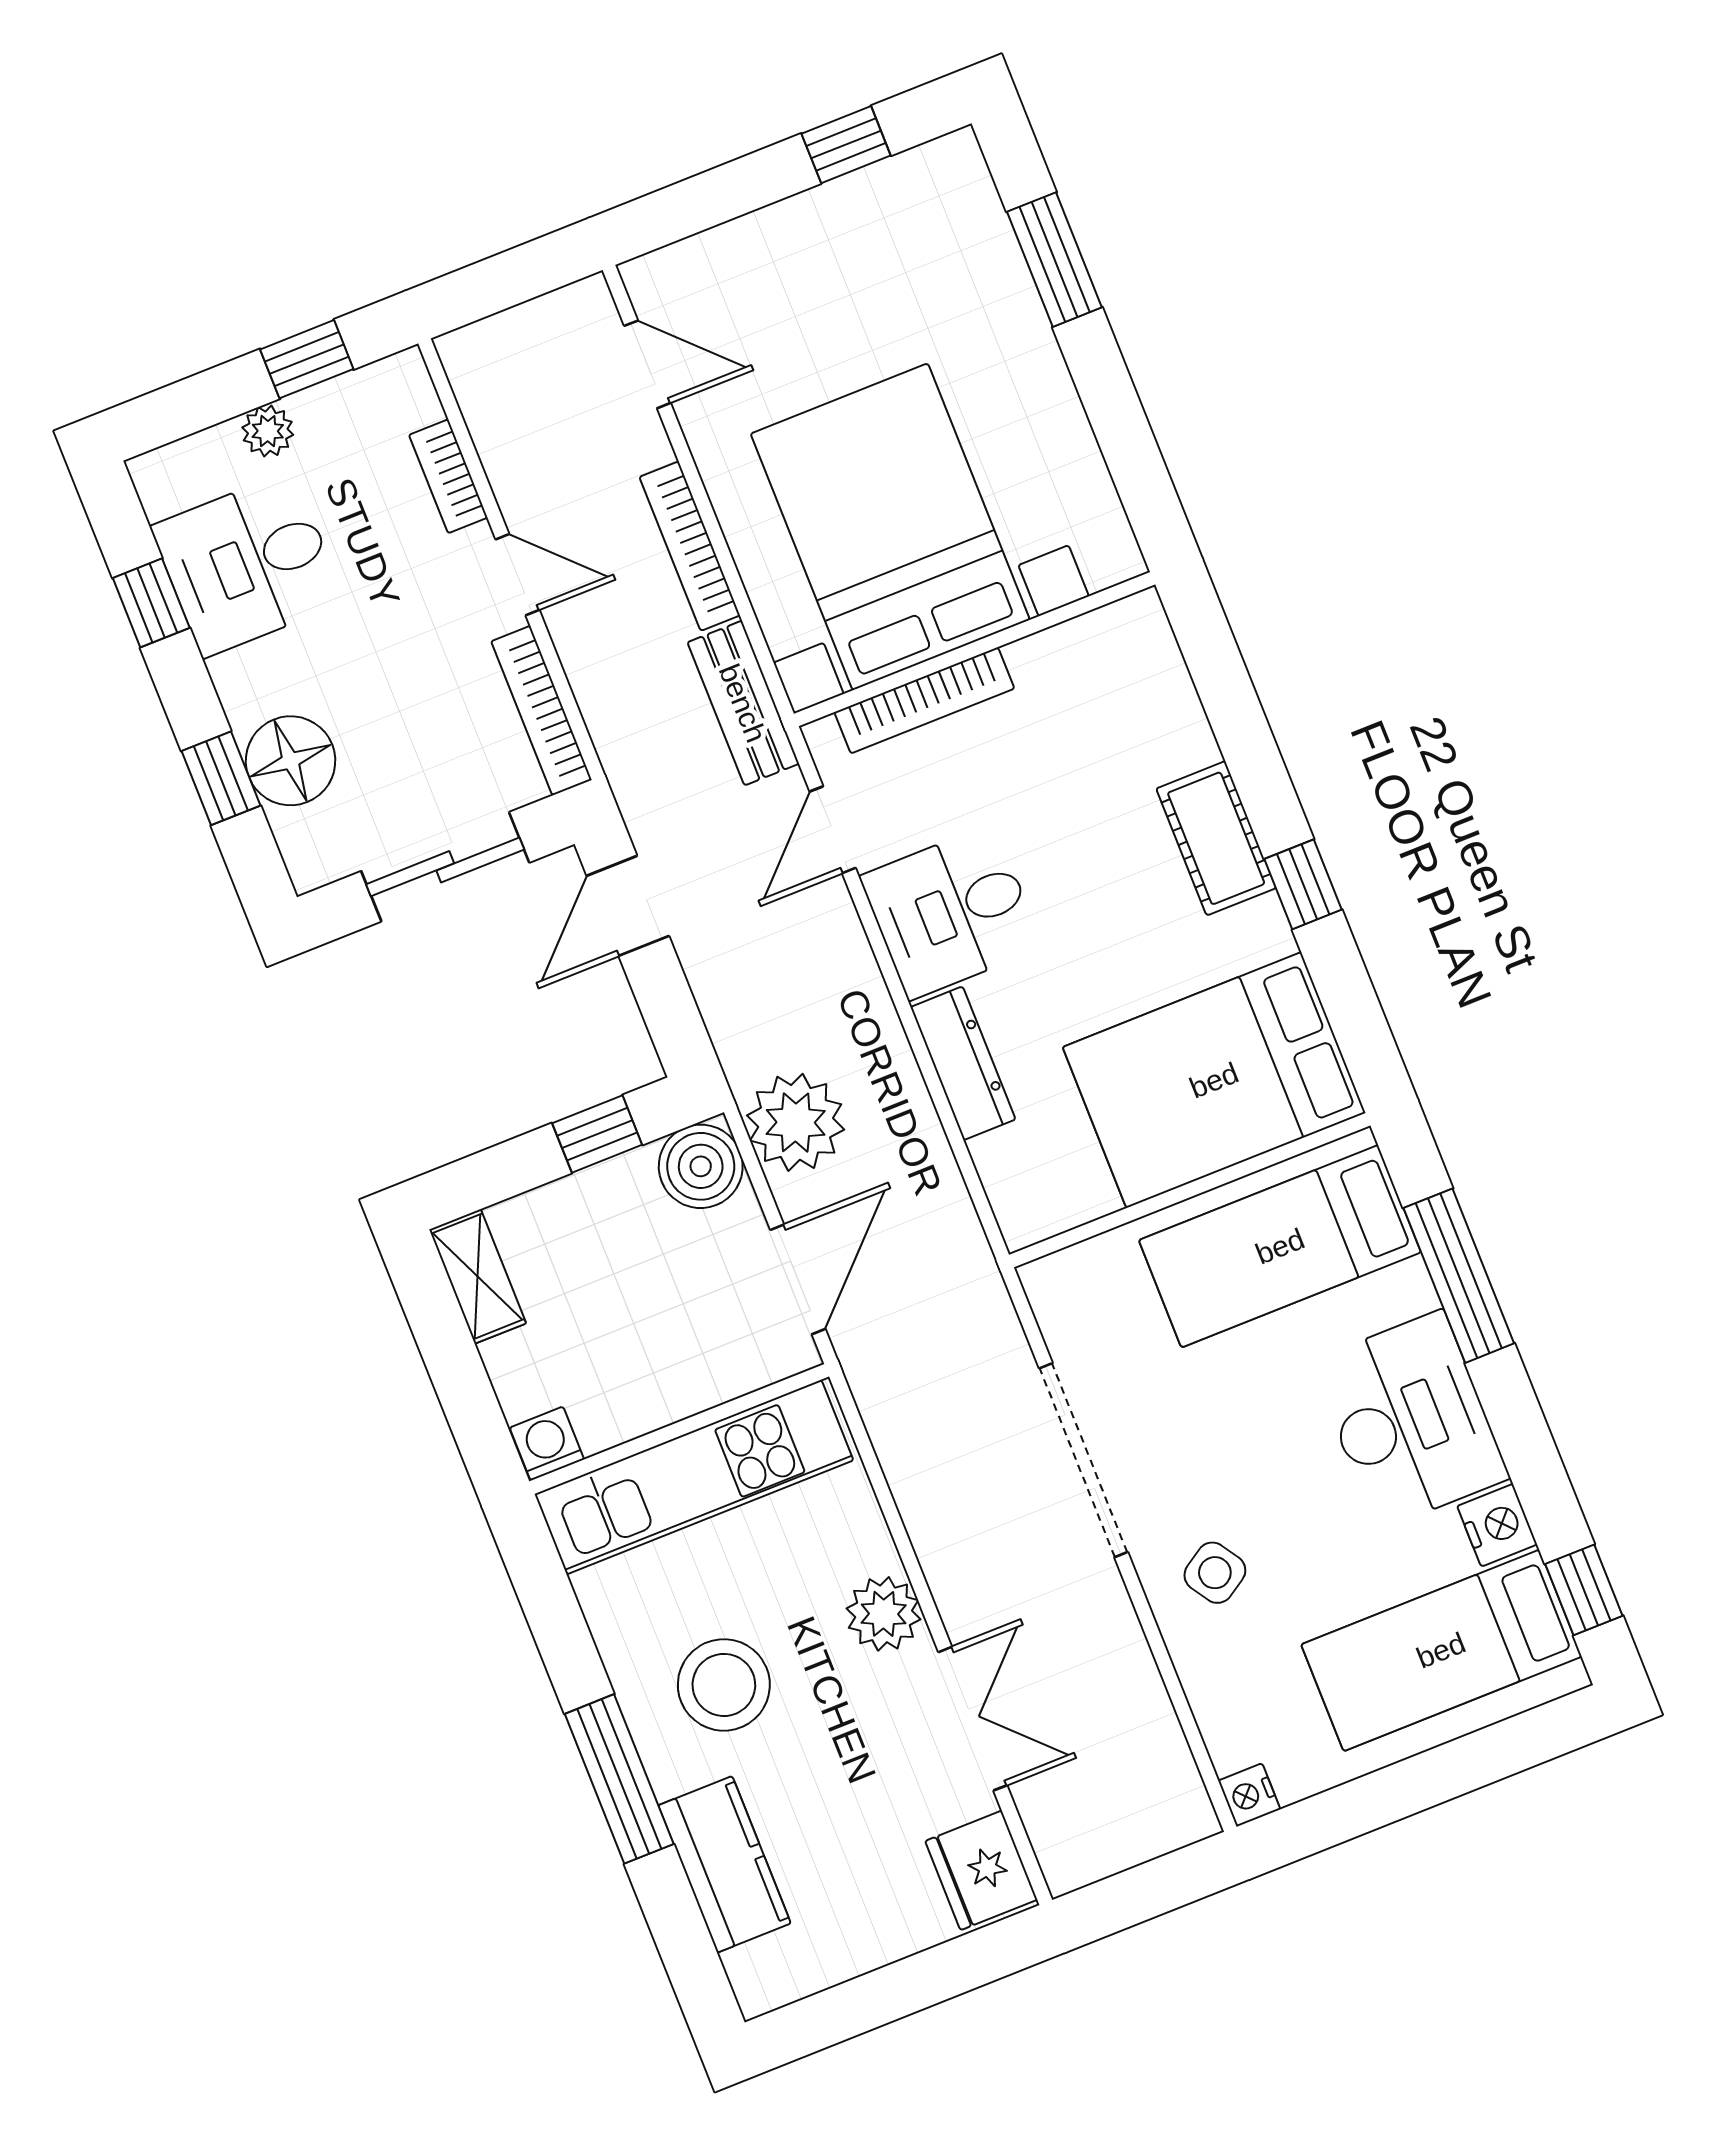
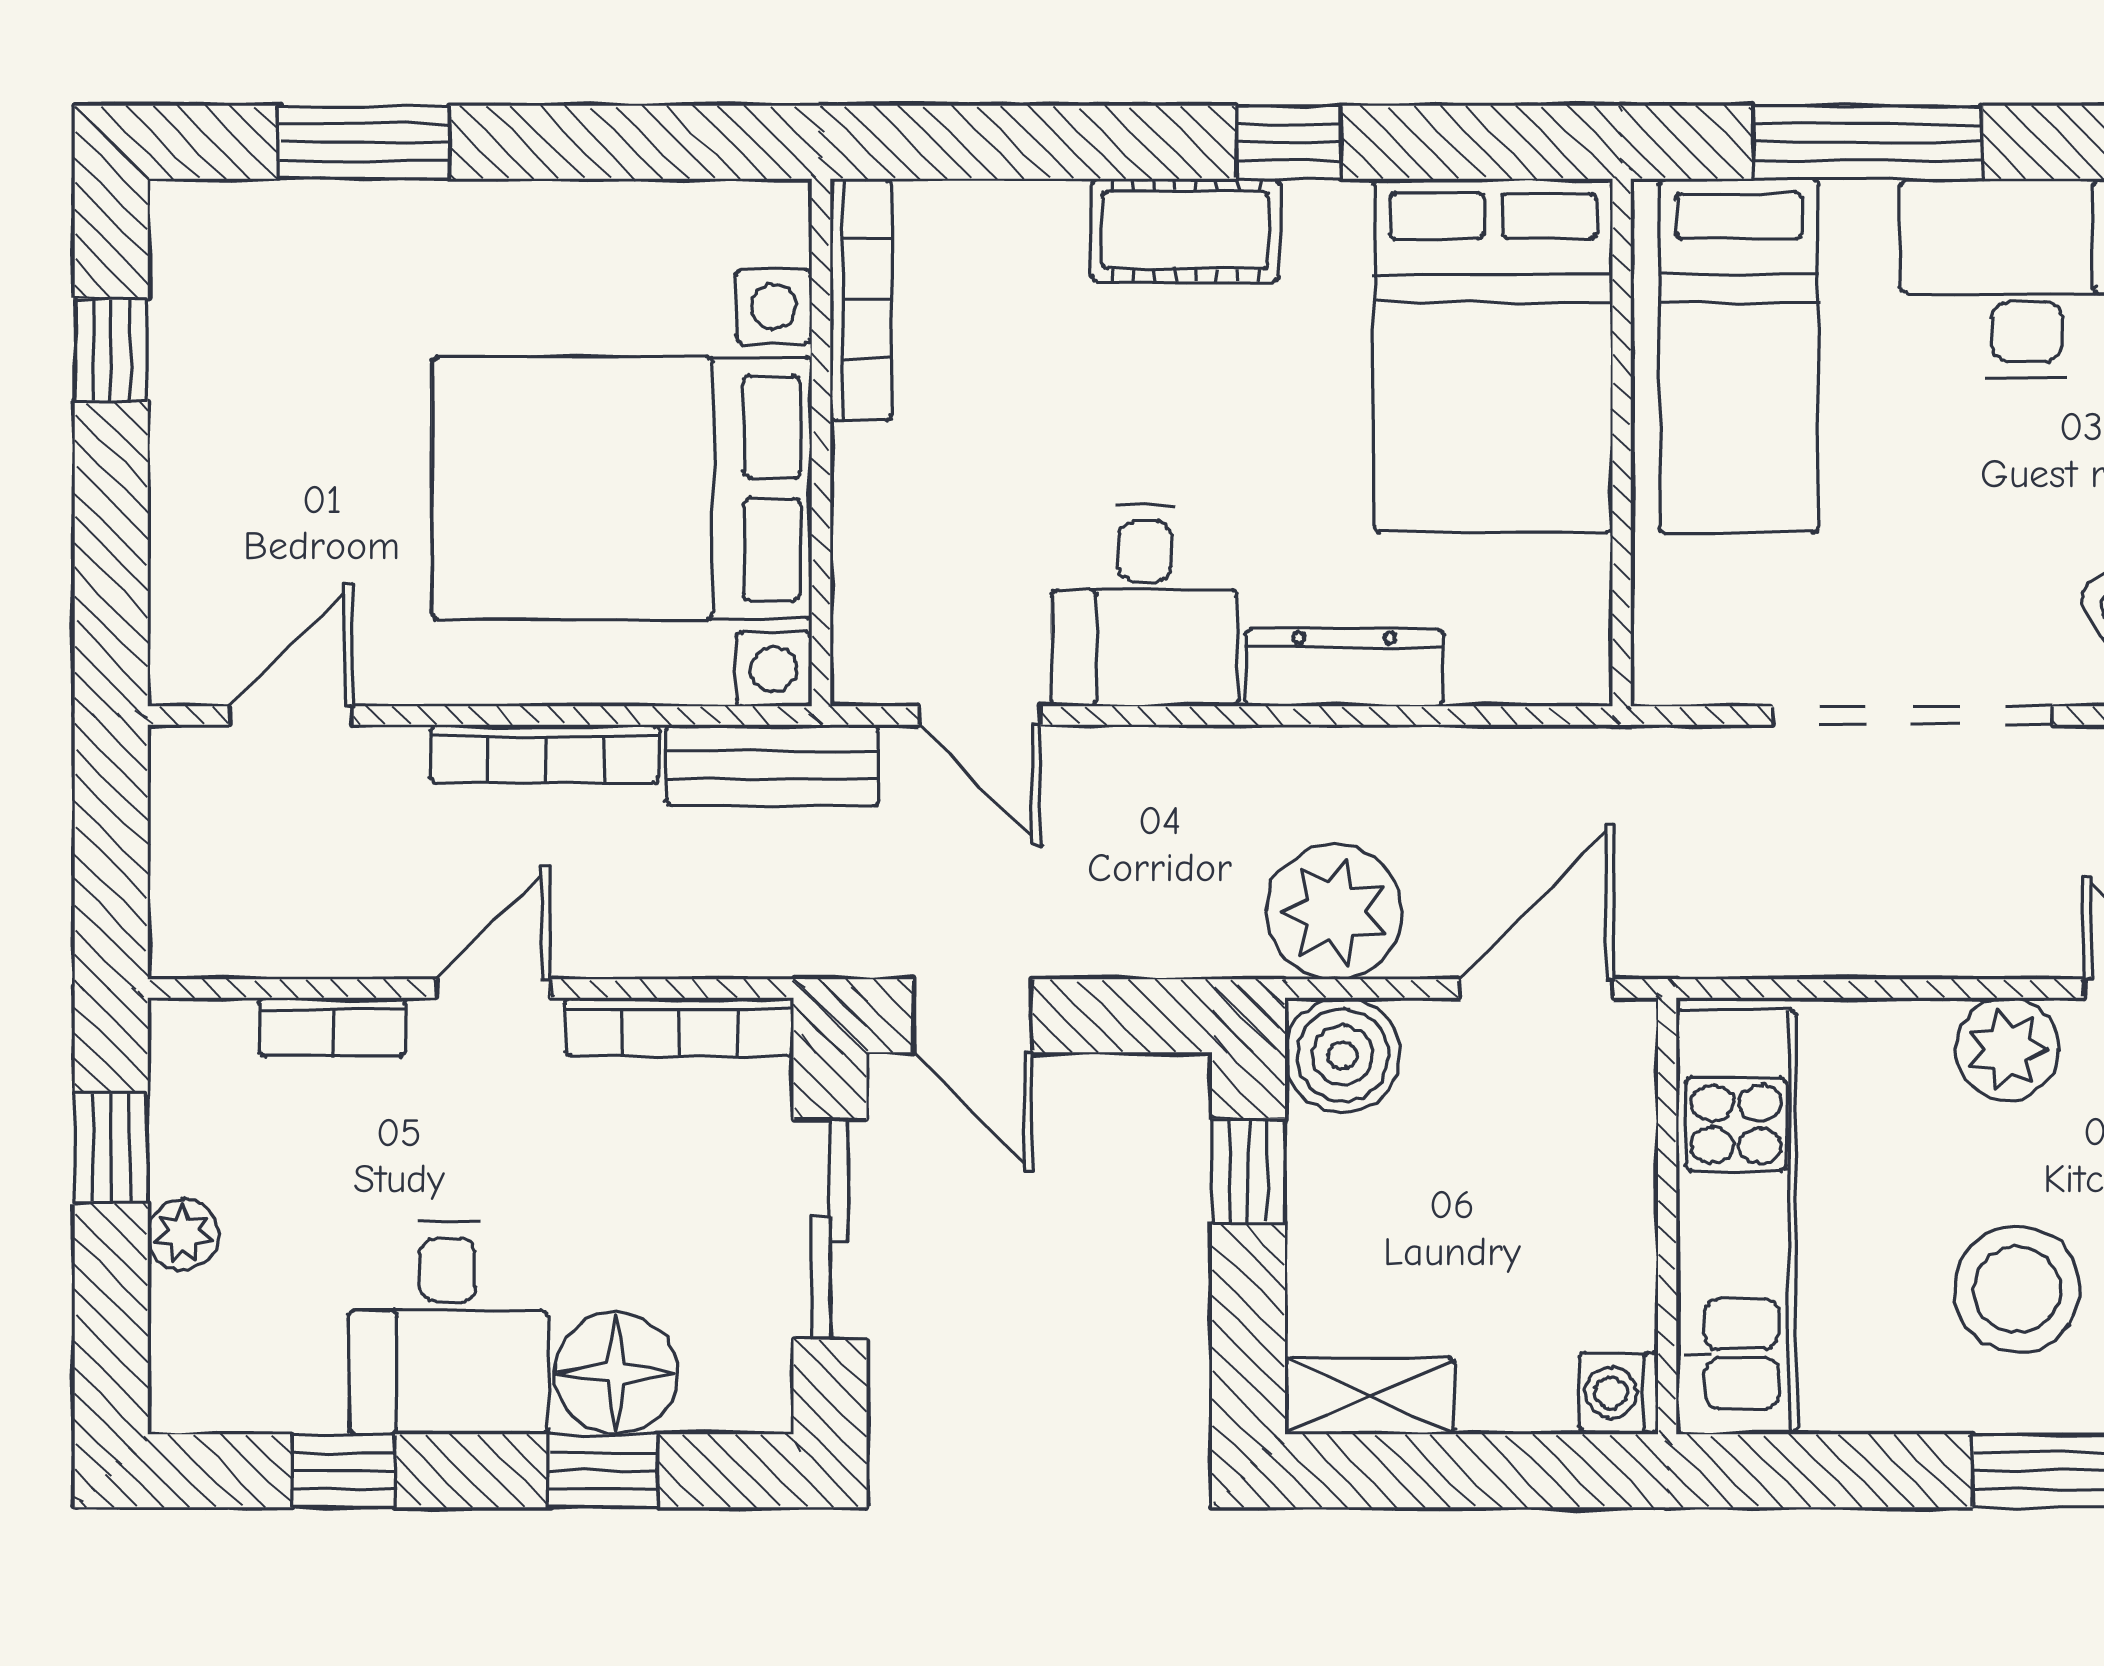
desk: (248, 564) -> (448, 1328), moved
bookcase: (924, 700) -> (861, 300), moved
door: (798, 1279) -> (1536, 988), hinge flipped

